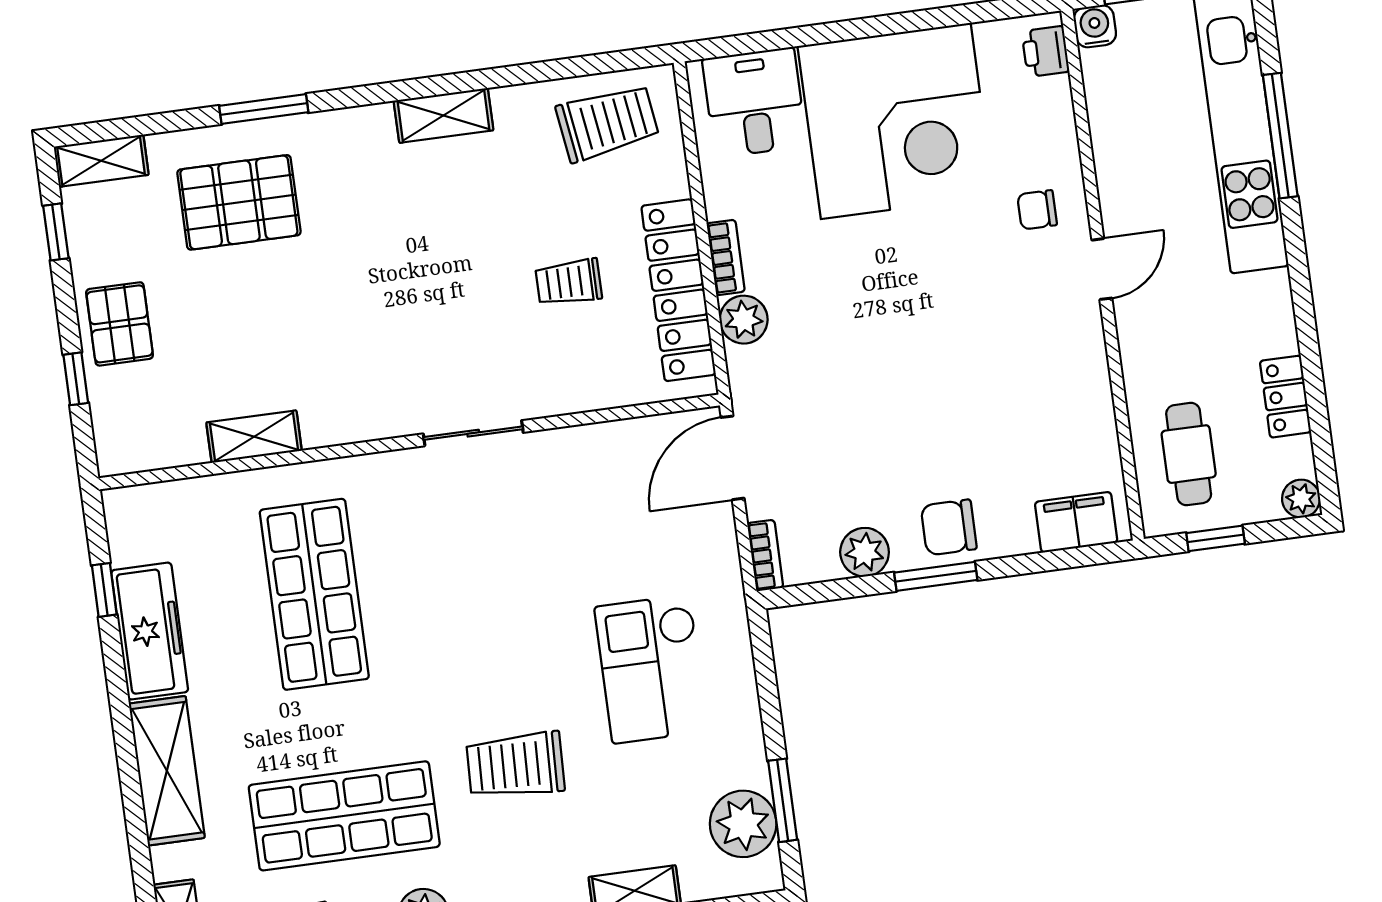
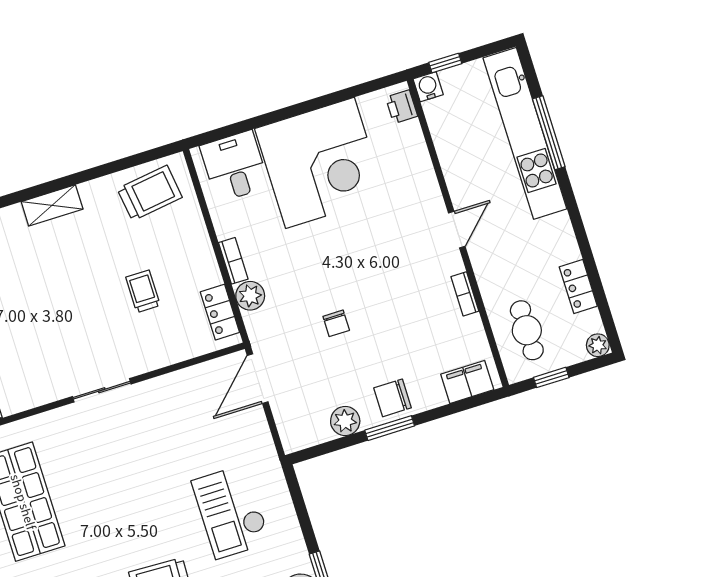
chair: (1037, 210) -> (336, 323), moved, turned -90
trolley: (569, 282) -> (143, 291), turned 90
locker: (678, 290) -> (220, 312), width x0.46, depth x0.83
bookcase: (765, 555) -> (465, 294), moved, turned 180

